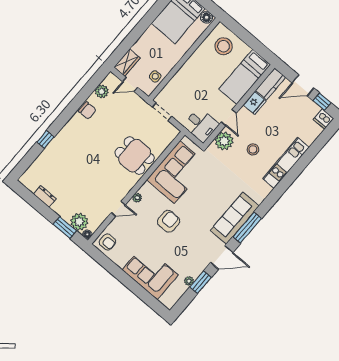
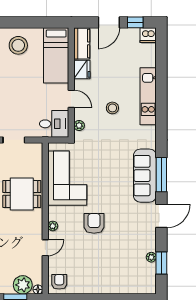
plant: (224, 141) -> (79, 125), width x0.53, depth x0.53
armchair: (107, 242) -> (59, 282), turned -90
corner sofa: (150, 272) -> (114, 277), removed
window: (201, 282) -> (161, 263), moved

